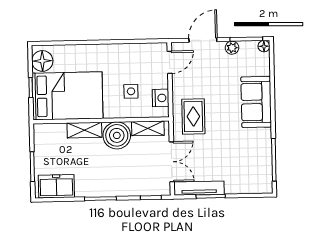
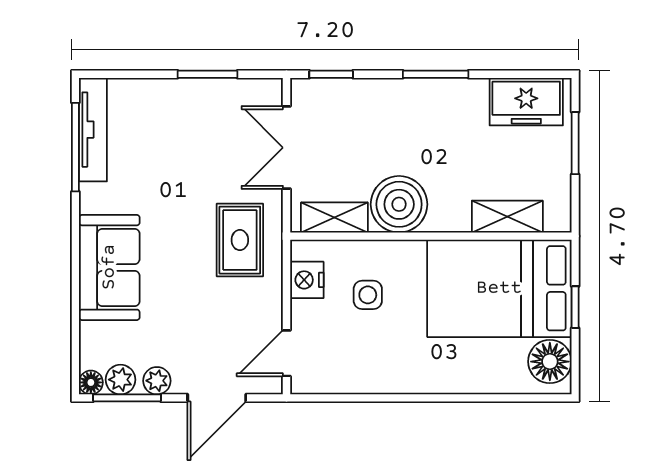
plant: (250, 48) -> (121, 380), added
shelving: (84, 130) -> (507, 217), moved
tv unit: (199, 188) -> (93, 130), moved, turned -90

